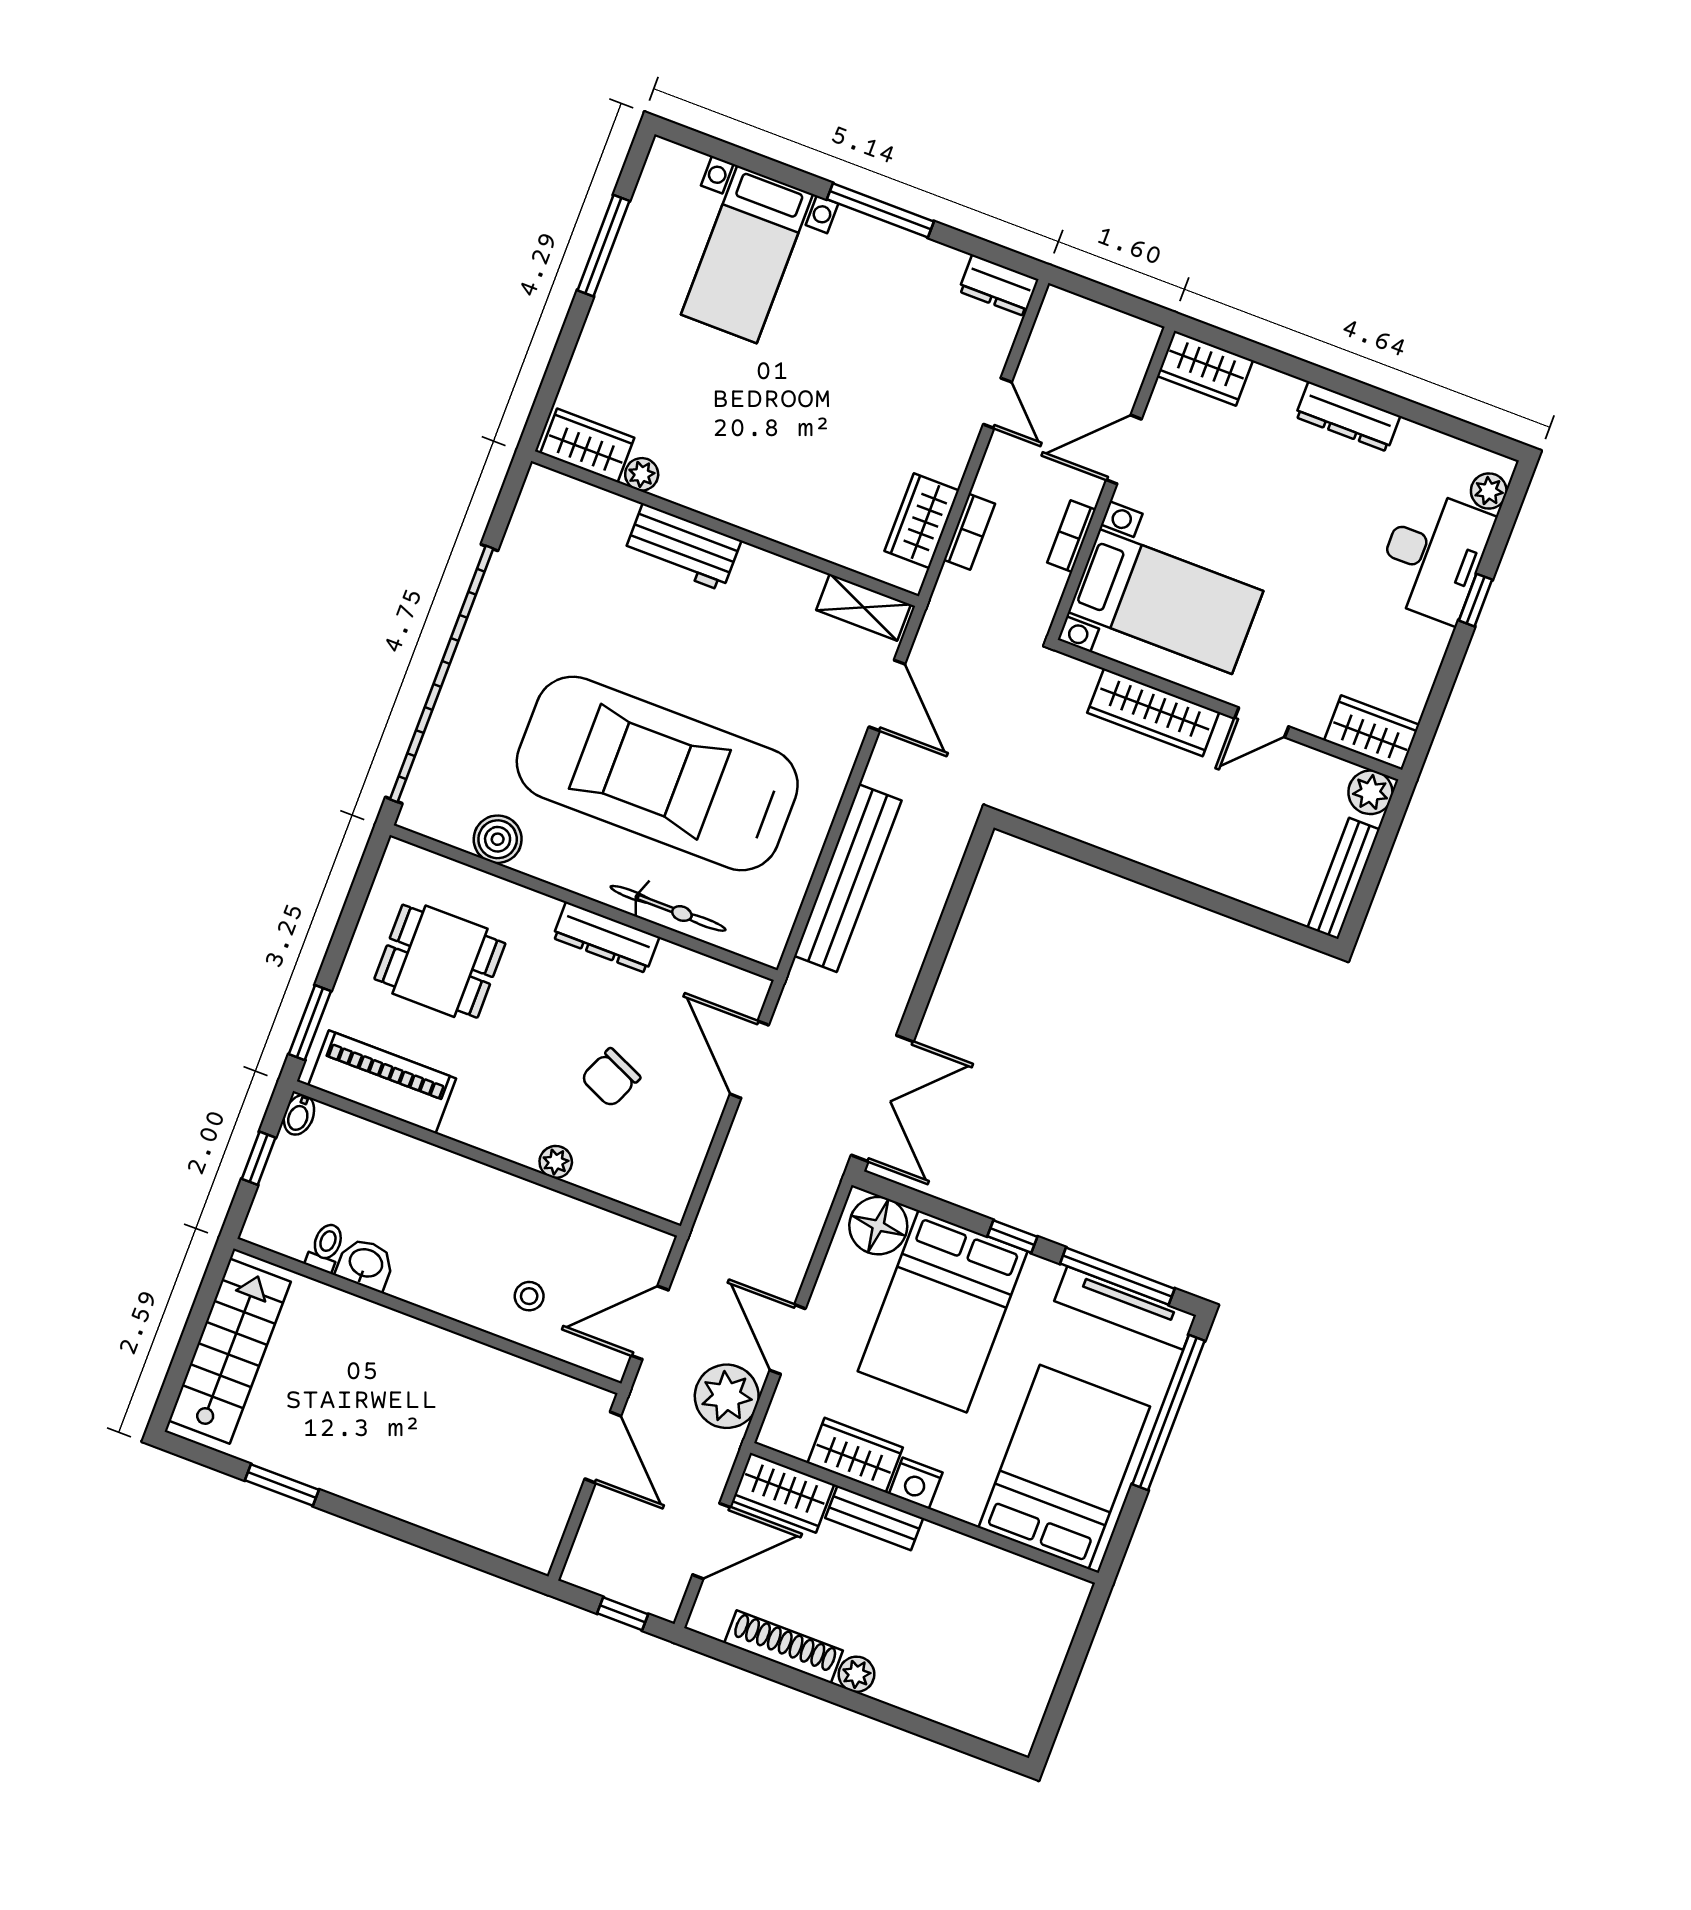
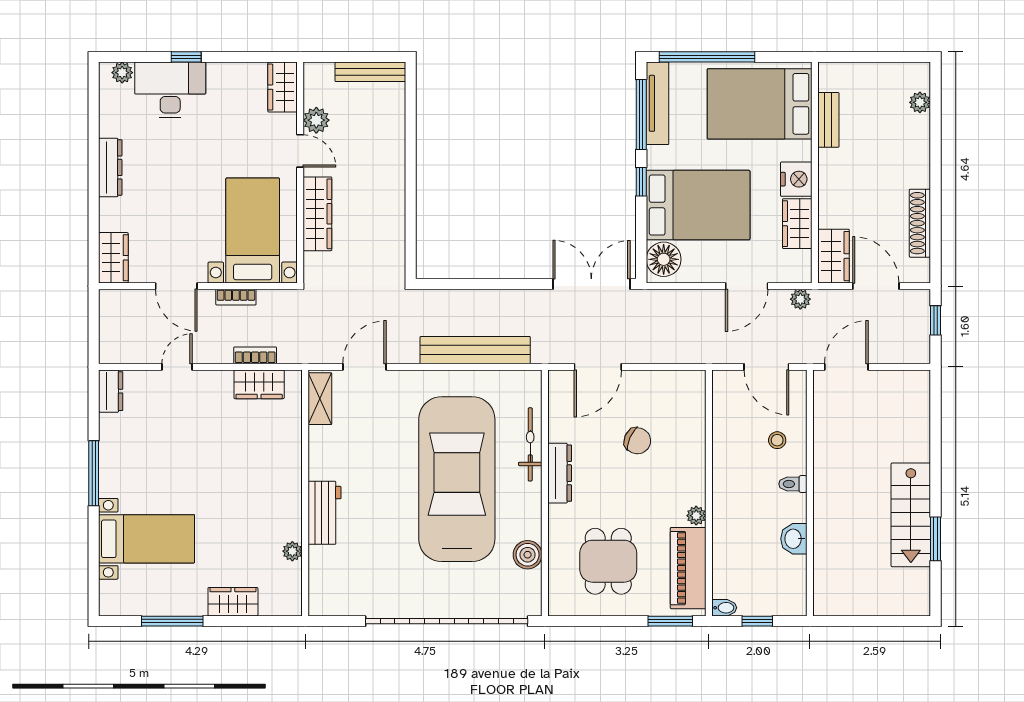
wardrobe: (587, 446) -> (233, 602), moved, turned 90
car: (657, 773) -> (457, 479), turned 180
plant: (1370, 792) -> (316, 120), moved
plant: (556, 1162) -> (696, 516), moved
toilet: (326, 1247) -> (793, 484), moved
stairs: (230, 1351) -> (911, 515), moved, turned -90
plant: (727, 1396) -> (800, 299), width x0.53, depth x0.53
nightstand: (916, 1483) -> (796, 179), width x1.36, depth x1.33
bench: (874, 1518) -> (828, 120), moved
plant: (856, 1674) -> (920, 102), moved

